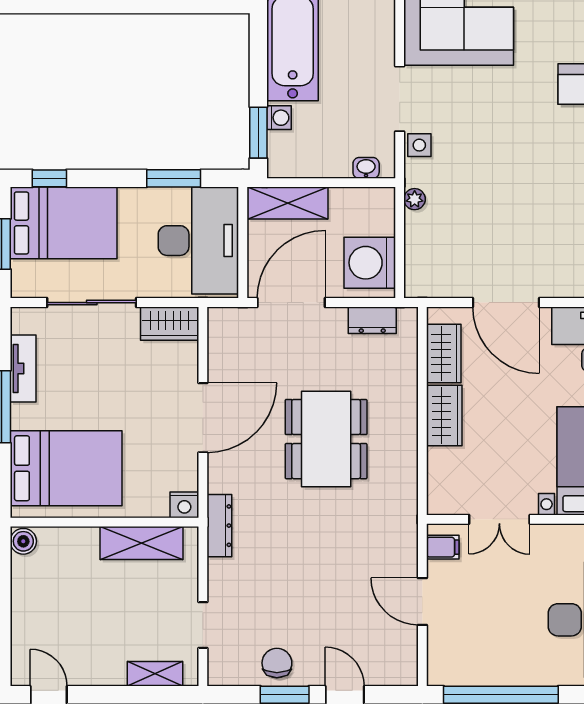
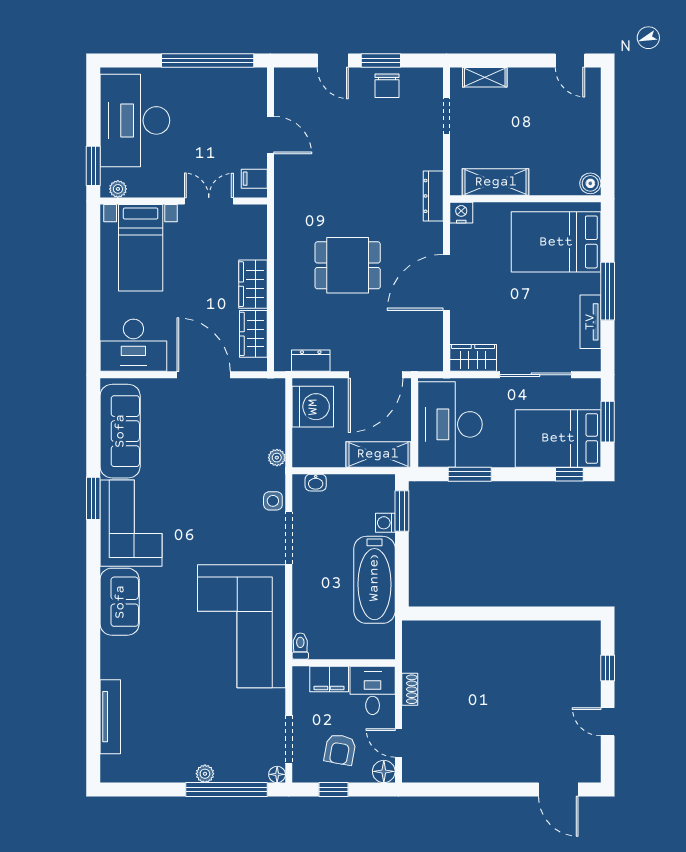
dining table: (326, 439) -> (348, 265), width x0.73

